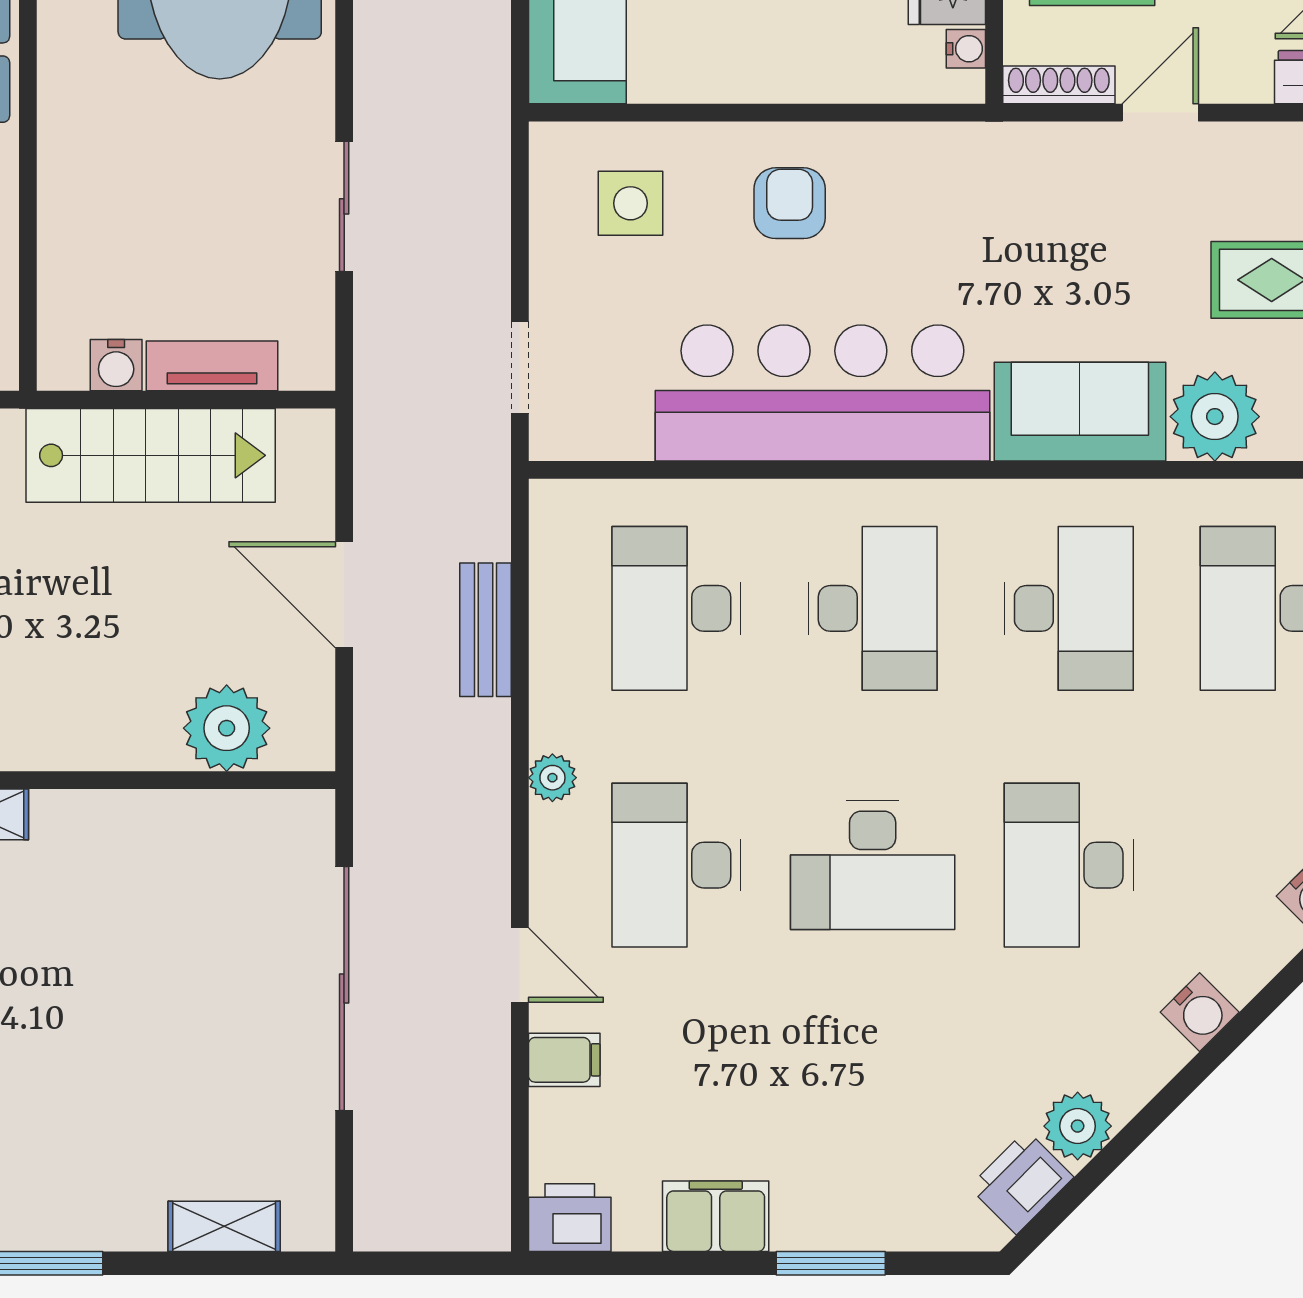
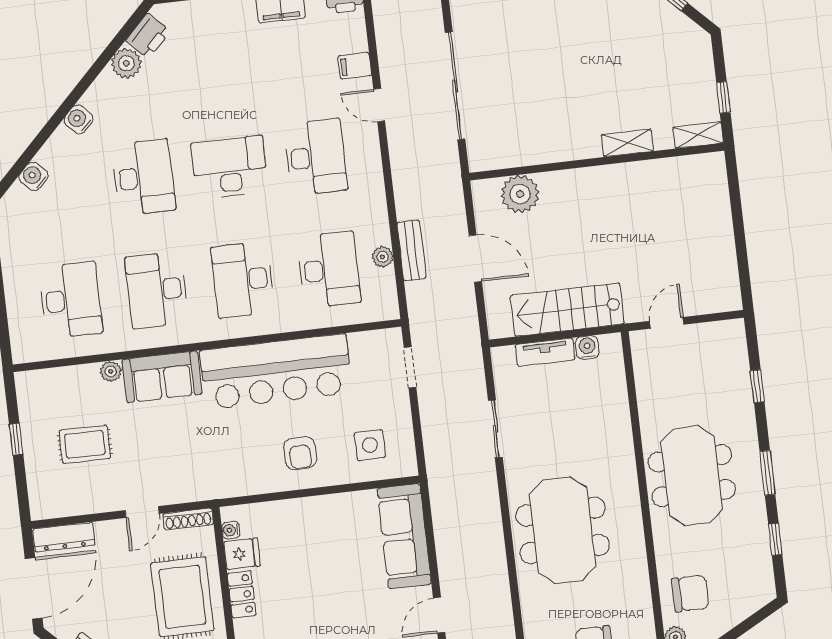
plant: (1215, 417) -> (111, 371), width x0.53, depth x0.53
plant: (552, 778) -> (382, 257), moved

